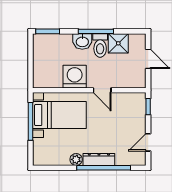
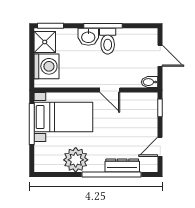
shower: (118, 43) -> (45, 42), moved
washing machine: (75, 77) -> (46, 66), moved, turned 90
bidet: (138, 83) -> (150, 82), added
plant: (76, 159) -> (76, 160), width x1.88, depth x1.88
dresser: (99, 159) -> (122, 165), moved

